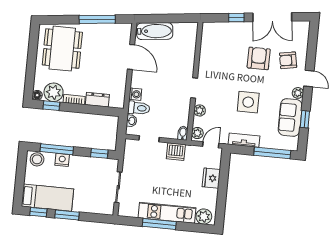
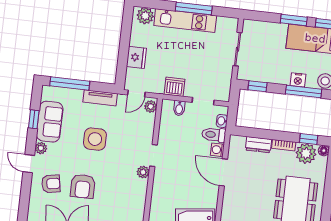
door: (131, 57) -> (223, 172), moved
plant: (200, 110) -> (143, 172), moved
bidet: (183, 133) -> (179, 108), moved

